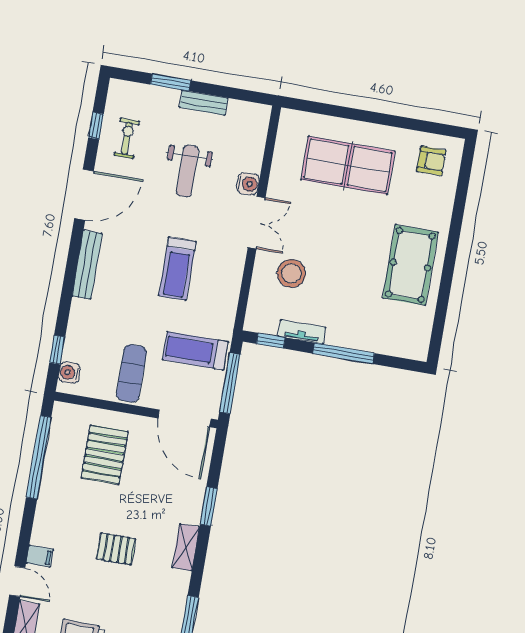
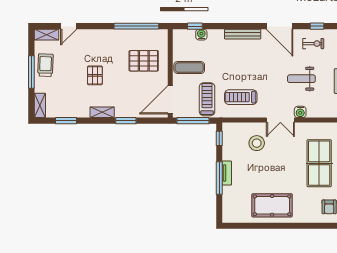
treadmill: (177, 269) -> (241, 97), moved
tv unit: (302, 332) -> (227, 173), moved
water cooler: (69, 373) -> (201, 35), moved
filing cabinet: (40, 556) -> (84, 36), removed

